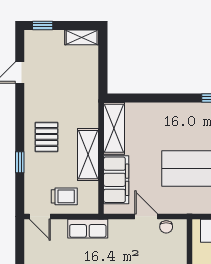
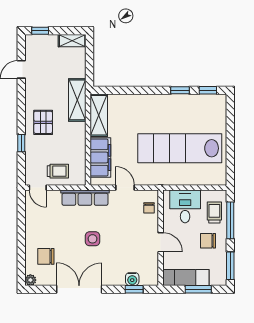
shelving: (88, 155) -> (77, 100), moved
chair: (166, 227) -> (149, 208), moved
row of seats: (88, 229) -> (85, 198), width x1.48

